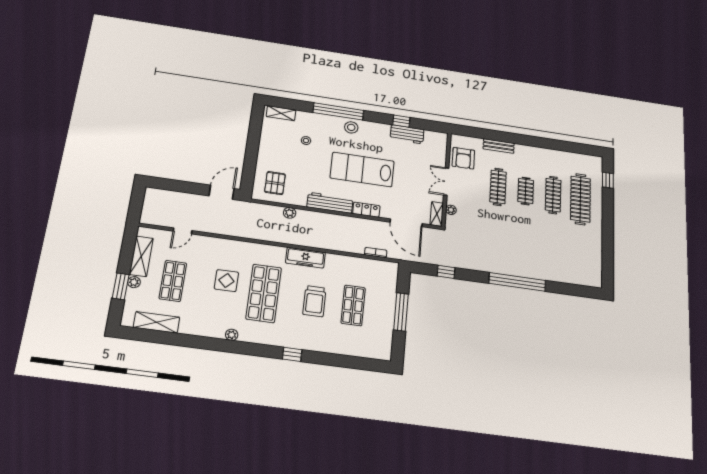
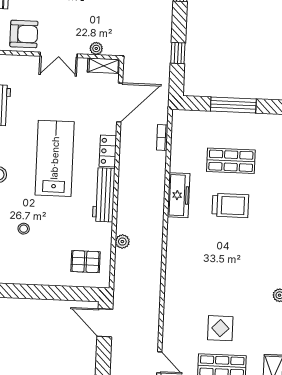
lab bench: (362, 170) -> (55, 158), turned 180
freezer: (305, 258) -> (179, 195), moved
display table: (226, 281) -> (220, 328), moved
shop shelf: (264, 293) -> (226, 264), removed

